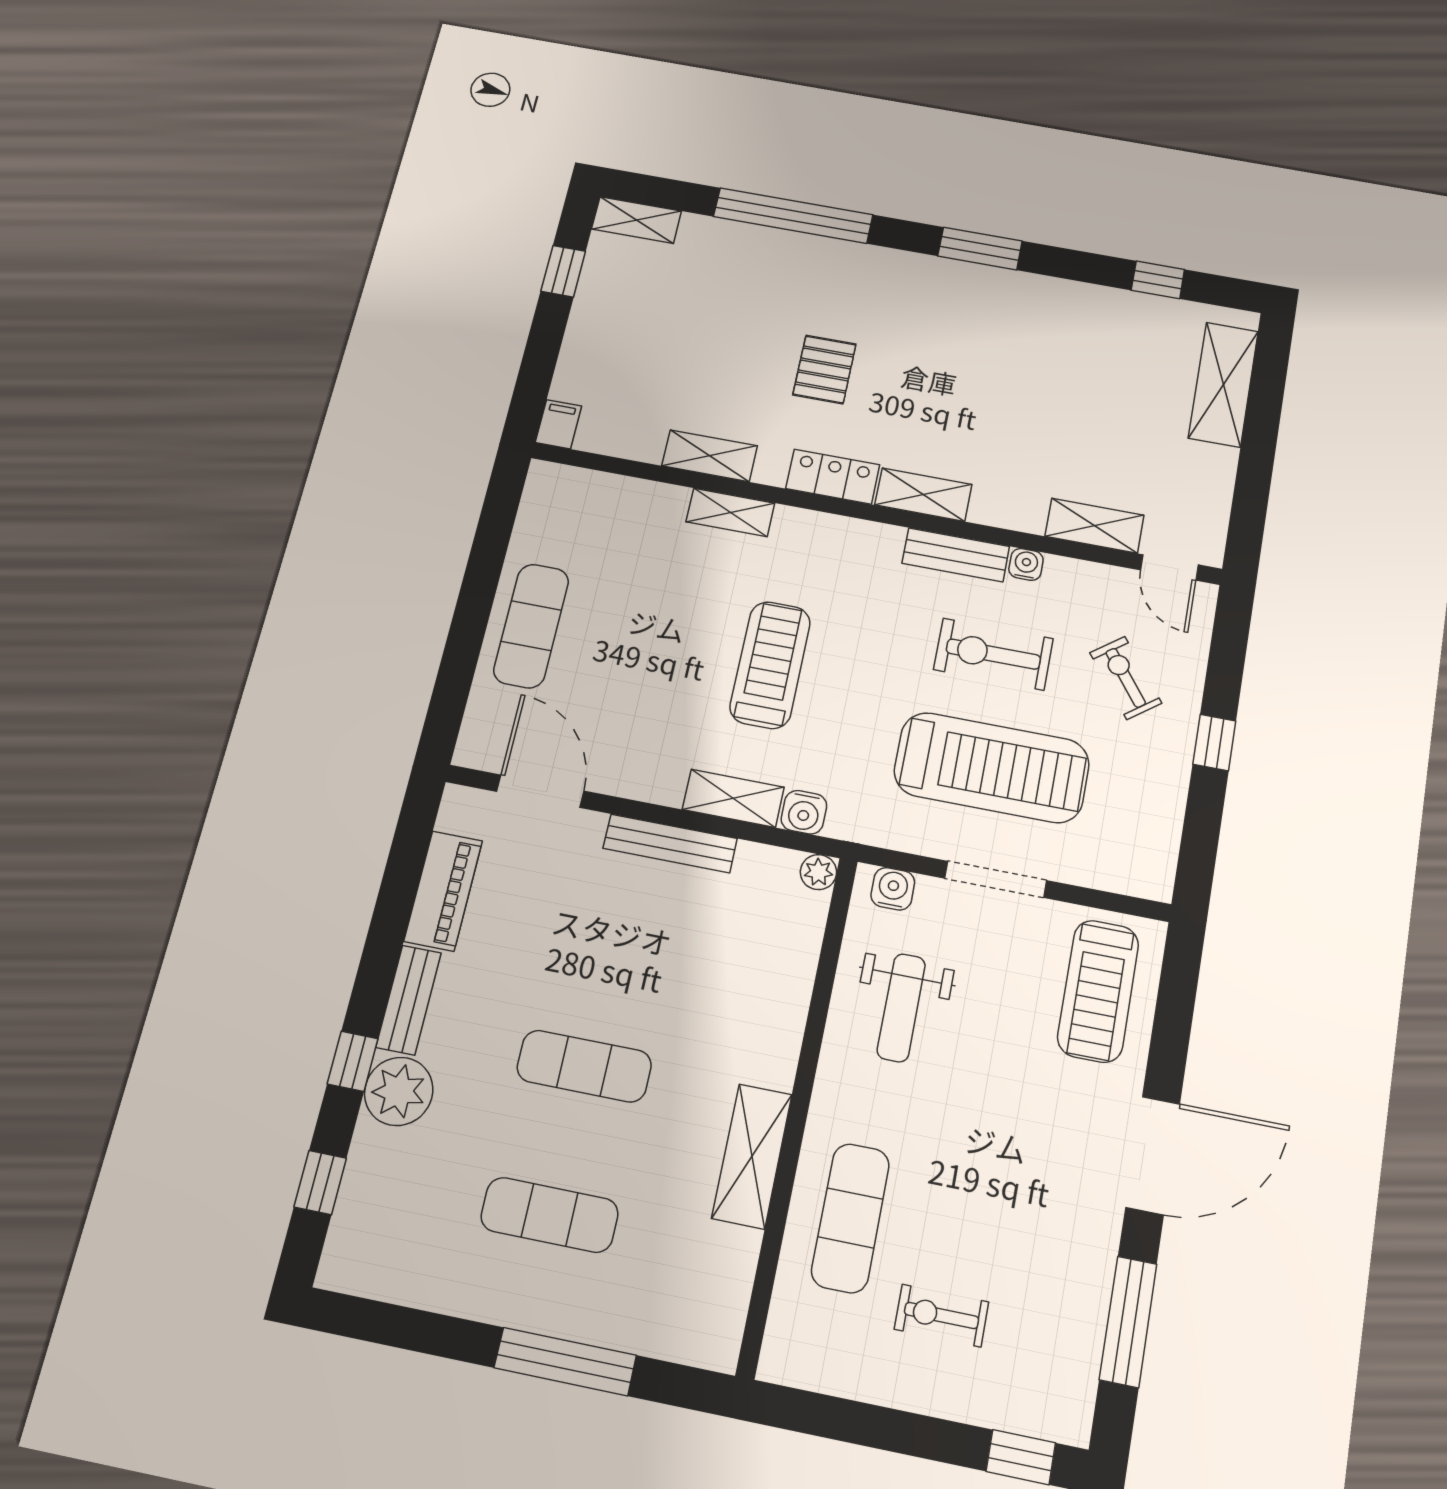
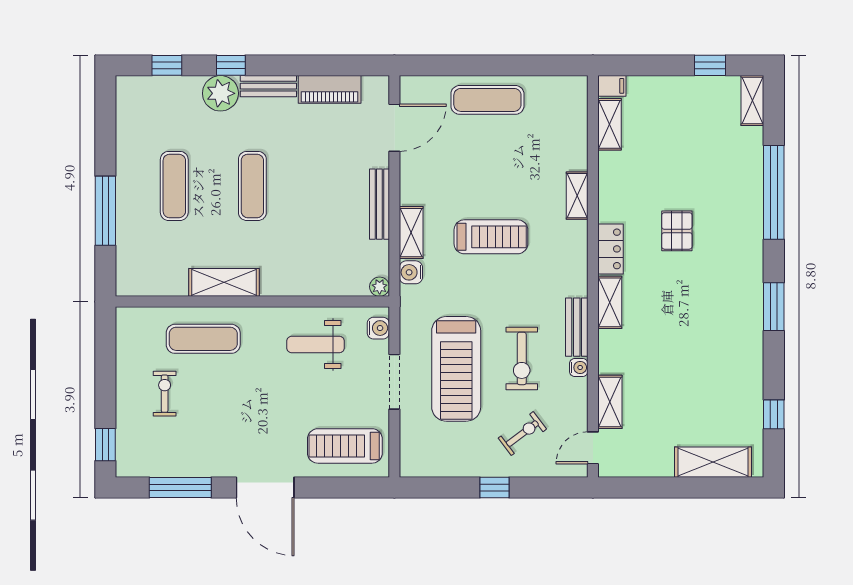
pallet: (824, 369) -> (677, 231), turned 90
shelving: (710, 456) -> (609, 124), moved
exercise bike: (993, 654) -> (522, 358), turned 180

